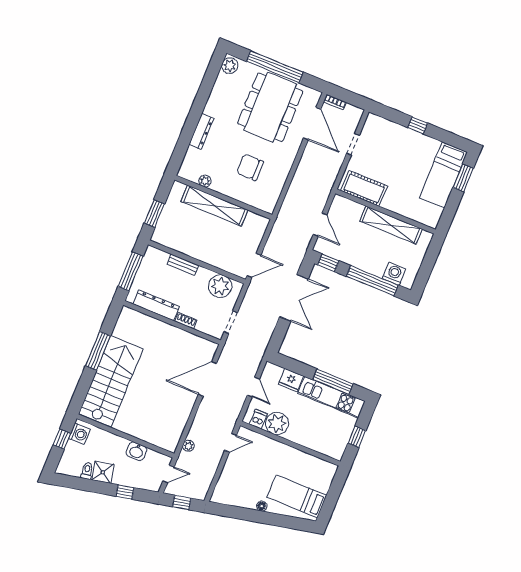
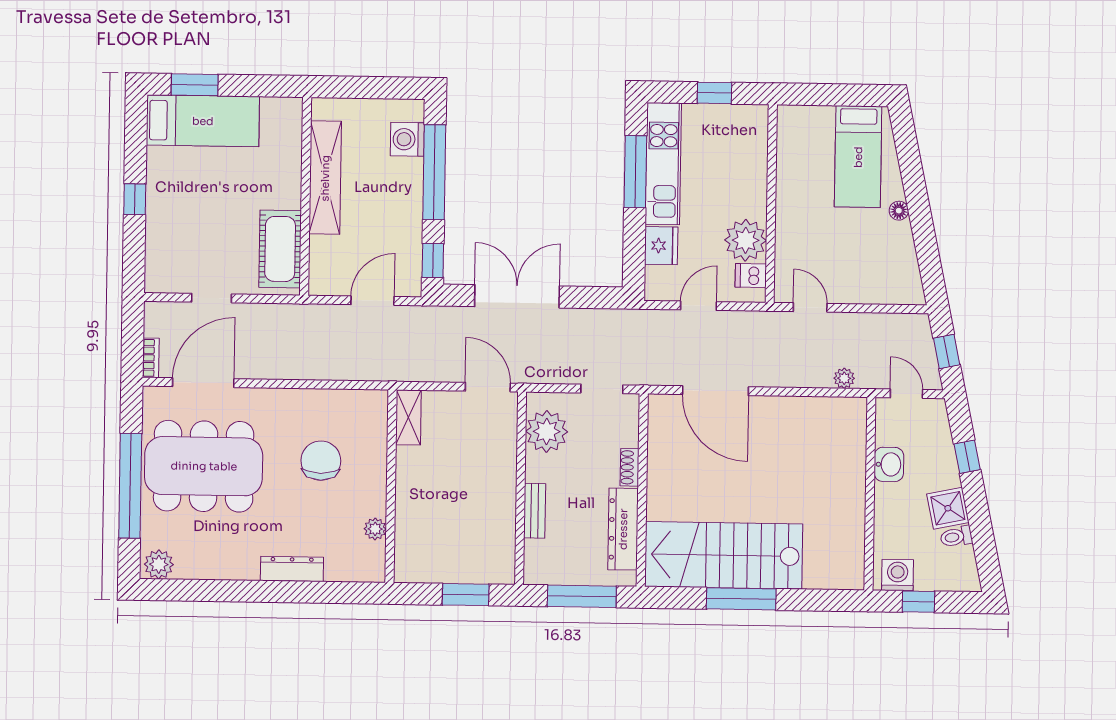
chair: (250, 167) -> (321, 461), turned 180
shelving: (214, 206) -> (408, 417), moved, width x0.45, depth x0.75
stairs: (111, 381) -> (724, 555), moved

